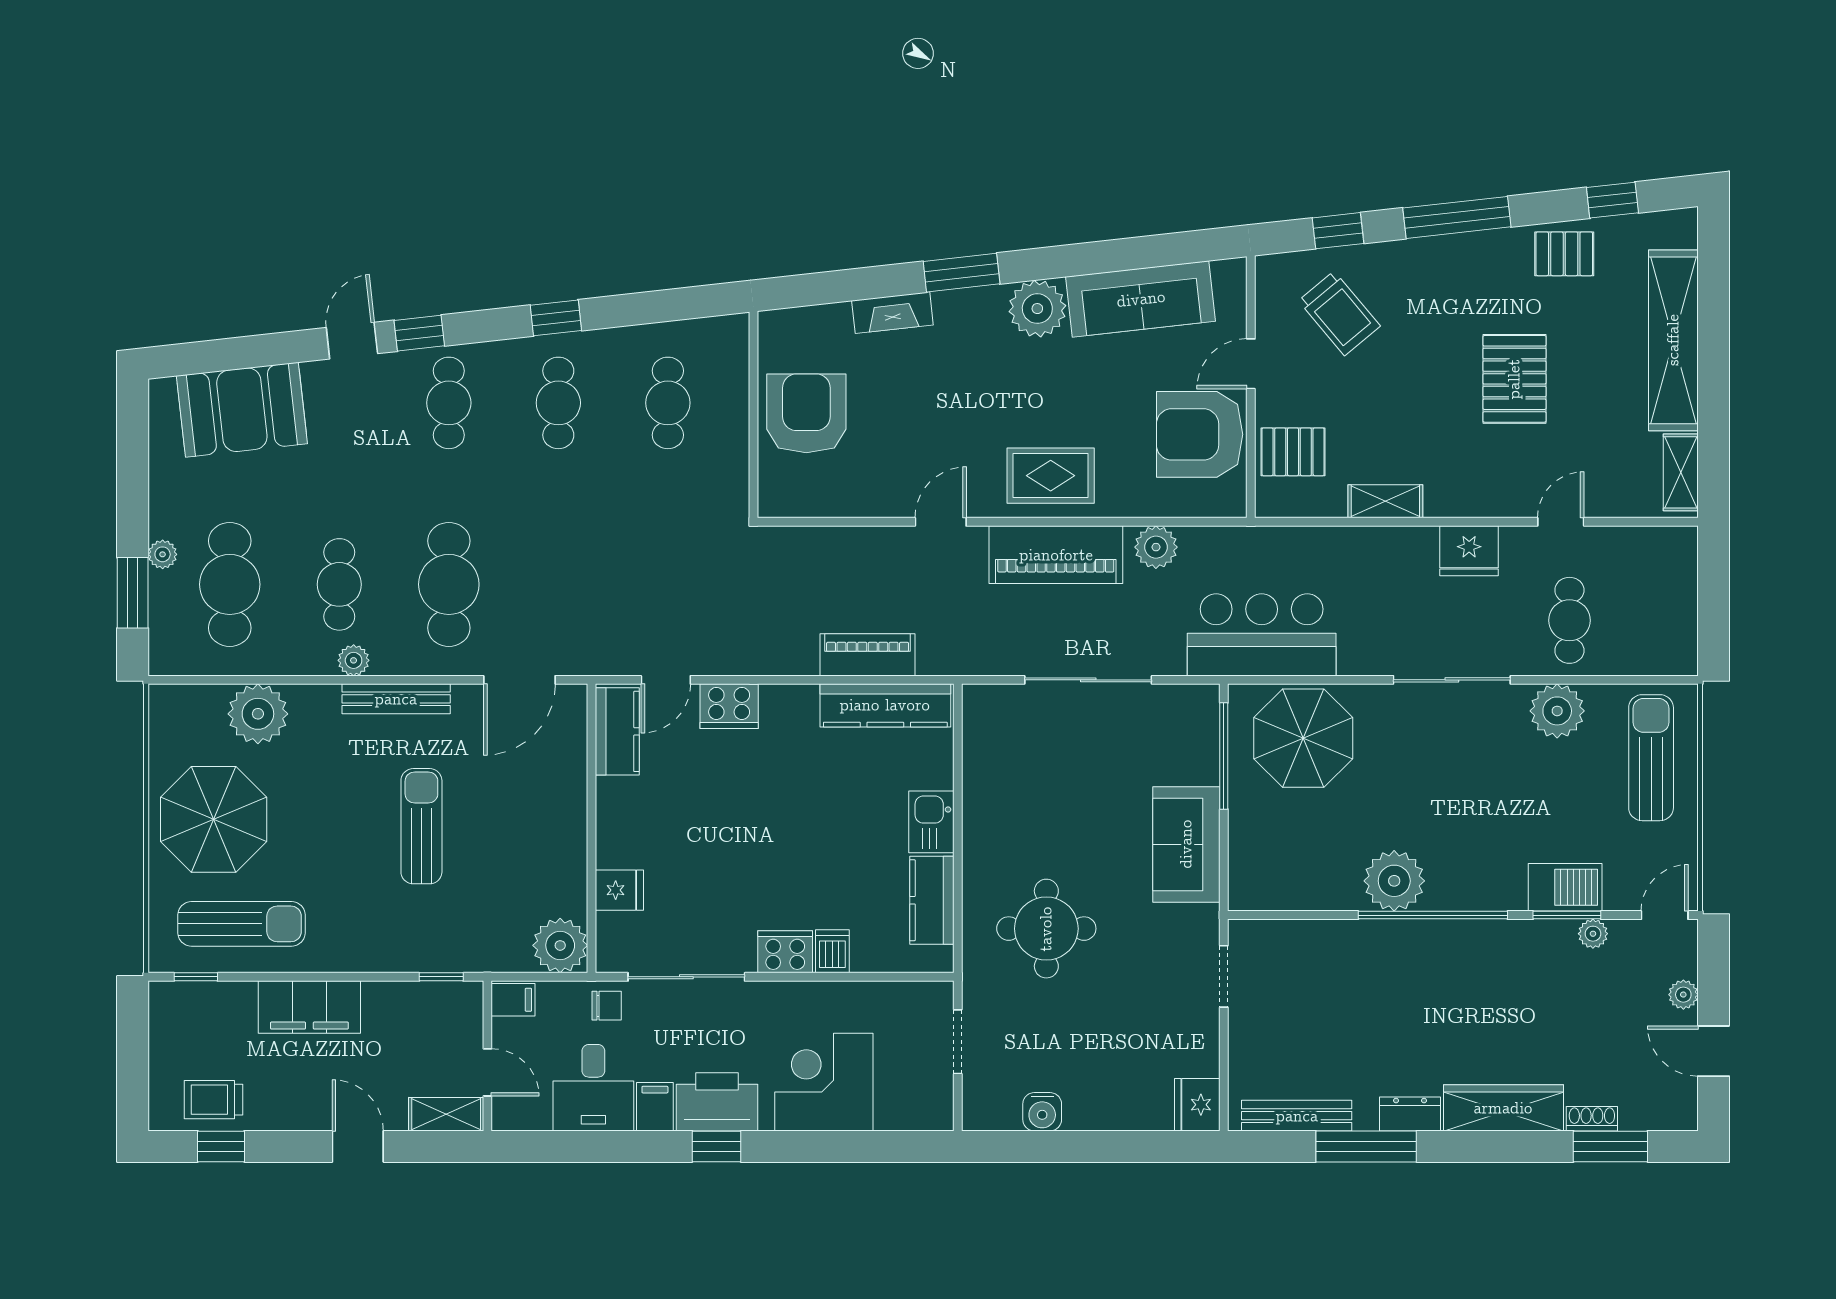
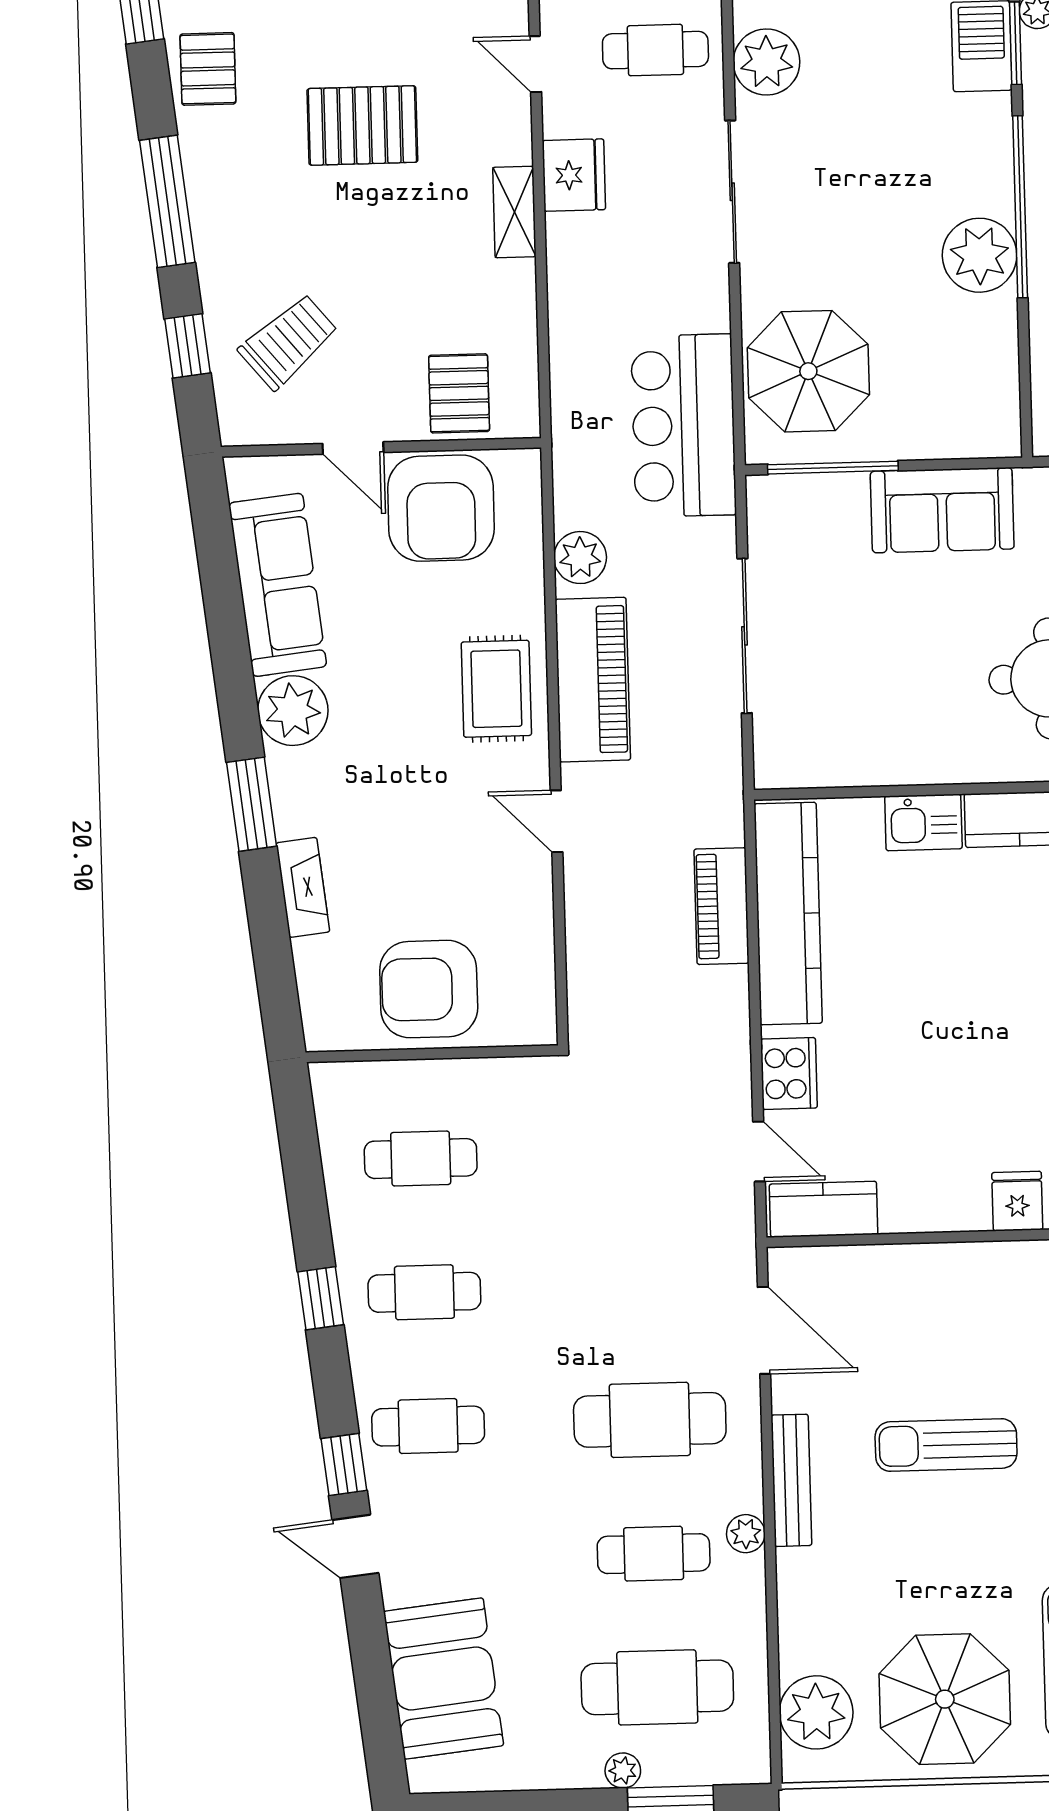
shelving: (1385, 501) -> (514, 212), moved
kitchen counter: (885, 705) -> (788, 914), width x1.39, depth x1.17
plant: (258, 714) -> (816, 1712), moved

